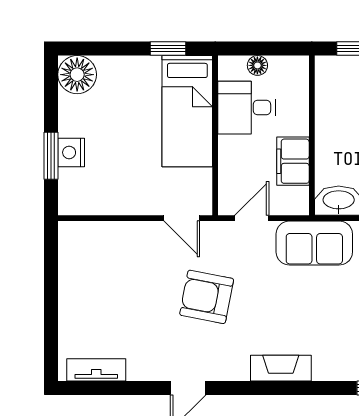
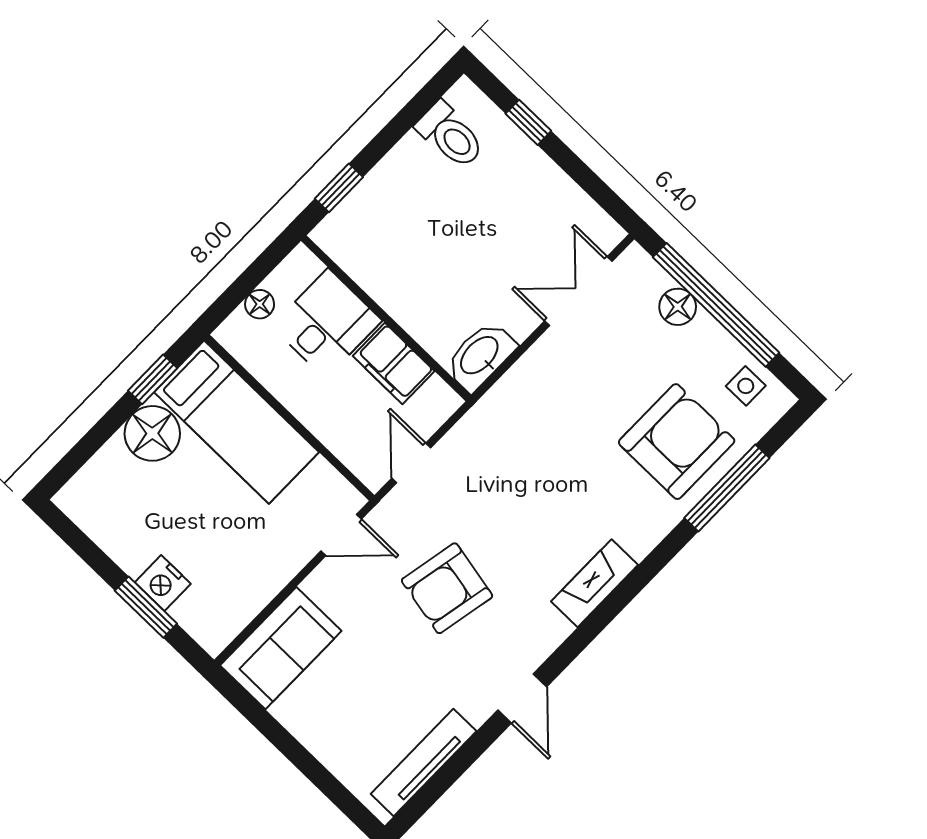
floor lamp: (77, 75) -> (152, 433), moved
desk: (247, 108) -> (327, 323), moved, turned 180
sofa: (314, 243) -> (281, 648), moved
tv unit: (96, 370) -> (424, 763), width x1.41

